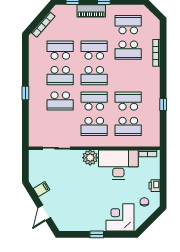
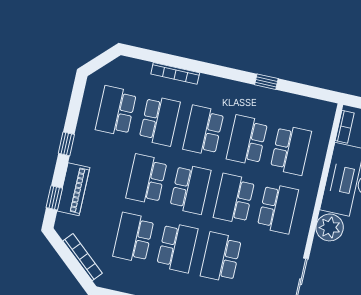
piano: (91, 11) -> (73, 189), moved
school desk: (128, 76) -> (203, 131), added
school desk: (60, 101) -> (221, 257), turned 180

